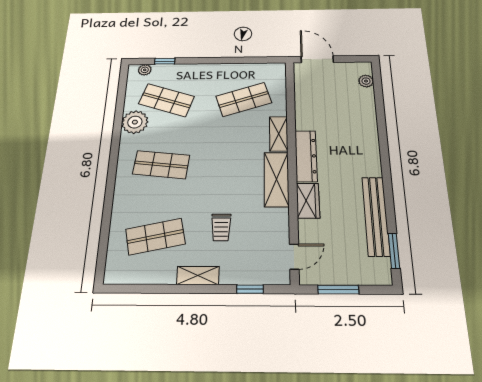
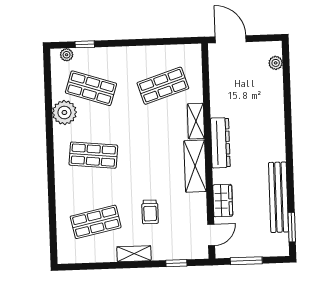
wardrobe: (308, 201) -> (223, 201), moved

